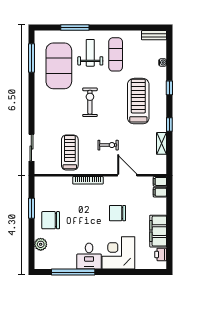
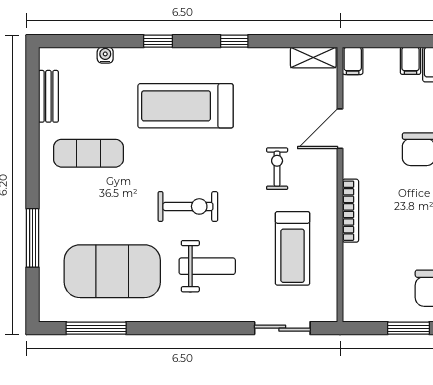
bench: (154, 35) -> (48, 96), moved
weight bench: (90, 53) -> (207, 266), moved, turned 180
exercise bike: (90, 102) -> (188, 206), turned 180
shelving: (162, 143) -> (313, 57), moved
treadmill: (70, 152) -> (293, 248), turned -90
filing cabinet: (160, 192) -> (411, 61), moved

